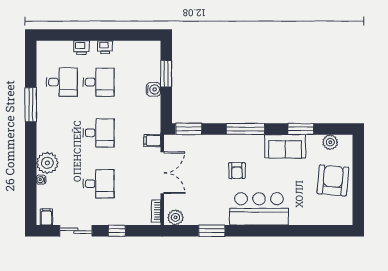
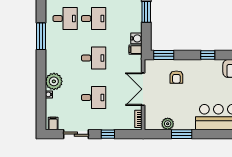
water cooler: (154, 89) -> (136, 38), moved
window: (245, 129) -> (208, 55), width x0.46
filing cabinet: (152, 141) -> (135, 50), moved
armchair: (237, 171) -> (176, 77), moved
double door: (162, 173) -> (143, 89), swing flipped
plant: (175, 217) -> (168, 124), moved

